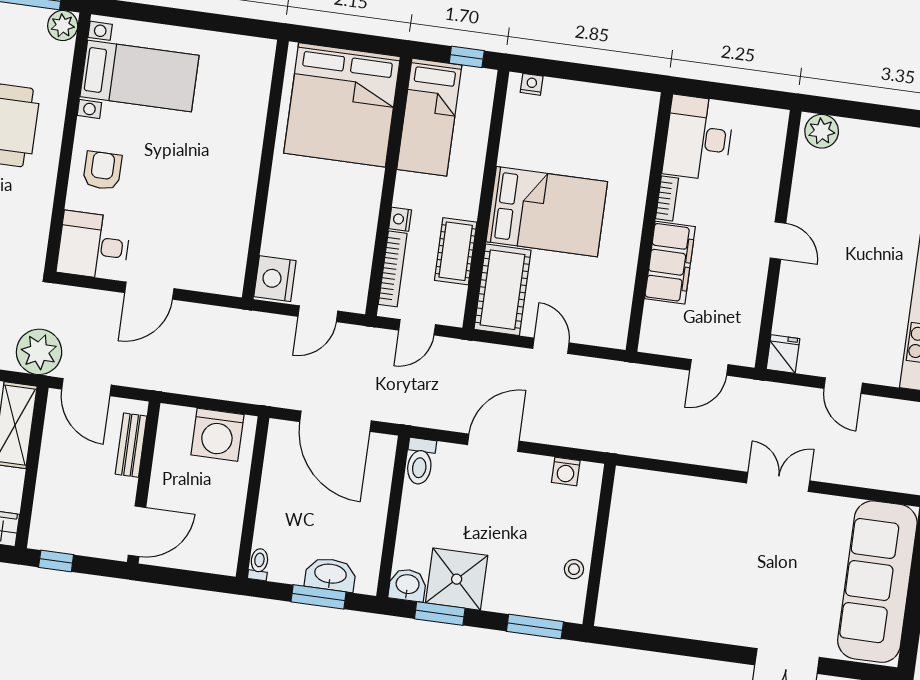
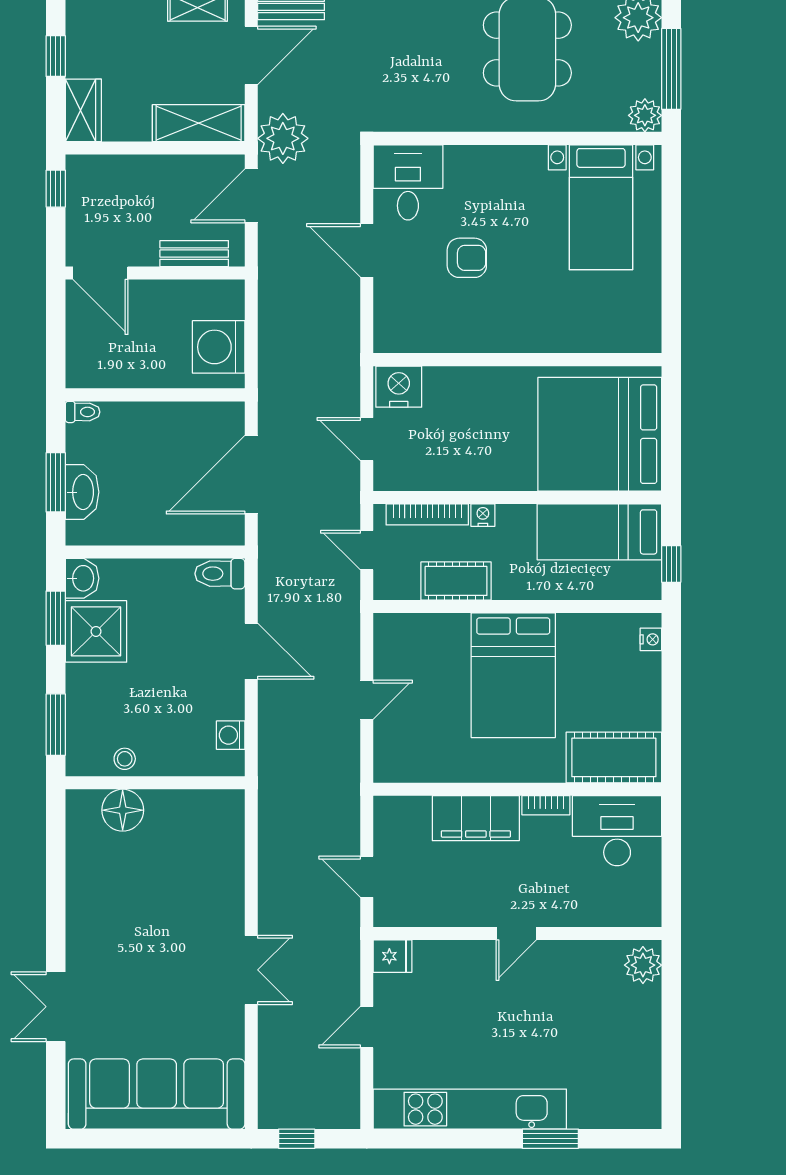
armchair: (102, 171) -> (467, 258), moved
cot: (503, 290) -> (614, 757), moved
floor lamp: (620, 577) -> (123, 810), added

